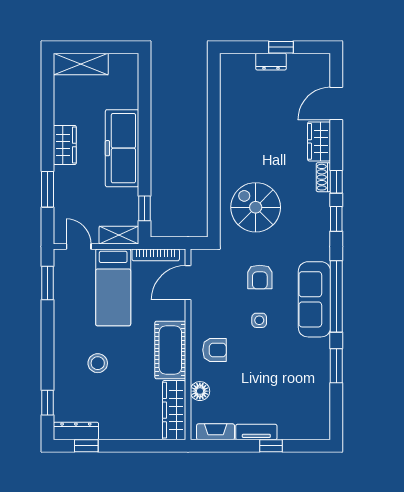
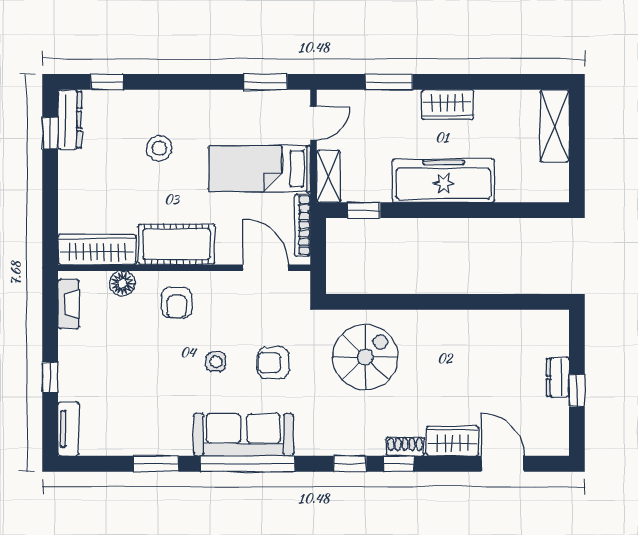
tv unit: (256, 432) -> (68, 429), moved

